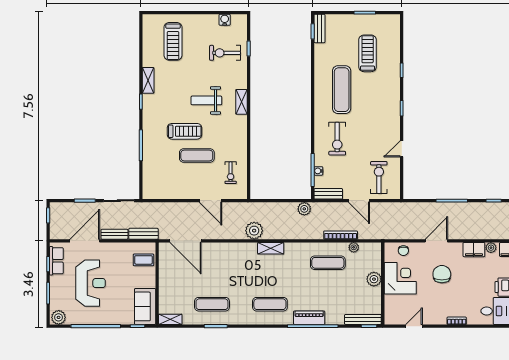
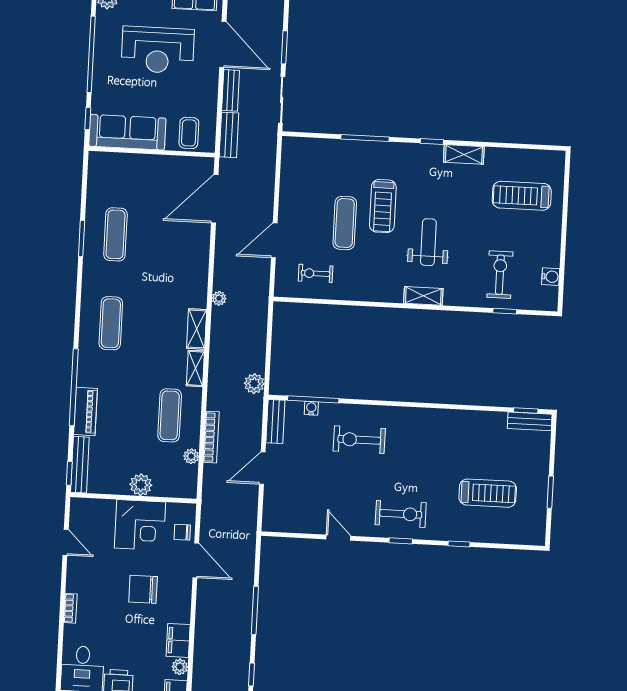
exercise mat: (342, 90) -> (434, 450), removed
exercise bike: (379, 178) -> (401, 514), moved
plant: (254, 231) -> (219, 298), width x0.53, depth x0.53
door: (436, 241) -> (196, 560), moved
chair: (442, 274) -> (143, 589), turned 180
sofa: (145, 306) -> (127, 132), width x1.36
piano: (309, 318) -> (85, 411), moved
shelving: (170, 319) -> (195, 368), moved

